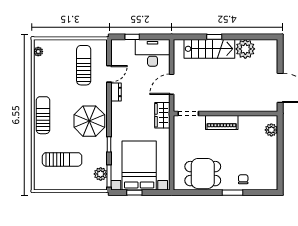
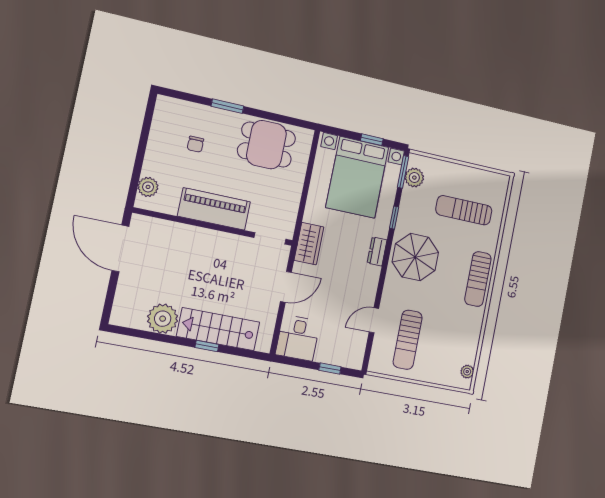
desk: (153, 53) -> (298, 338), width x0.73
dresser: (116, 92) -> (377, 251), moved
piano: (222, 123) -> (214, 209), width x1.37, depth x1.33
chair: (243, 179) -> (195, 144), moved

